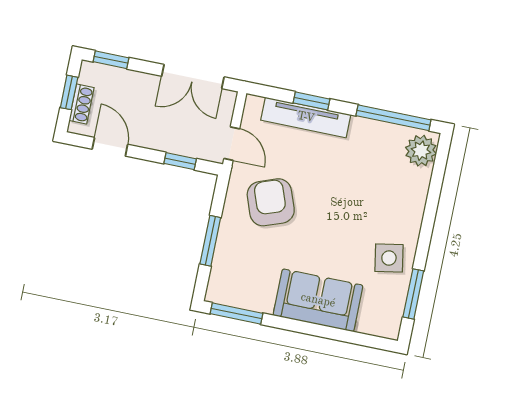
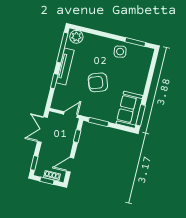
double door: (193, 77) -> (42, 130), swing flipped
tv unit: (306, 117) -> (65, 66), moved
armchair: (271, 202) -> (98, 82), moved
window: (210, 241) -> (99, 122), moved
sofa: (318, 300) -> (129, 110), moved

